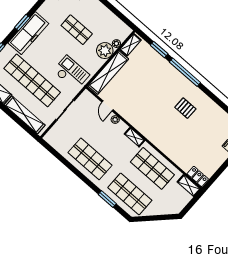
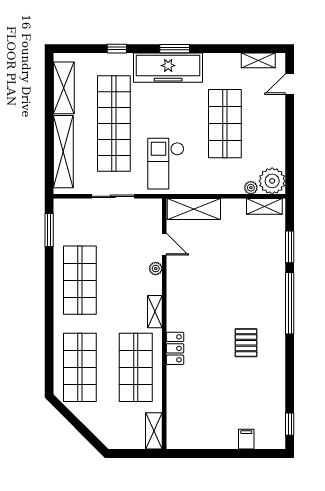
shop shelf: (77, 30) -> (225, 124), width x1.43, depth x1.36
plant: (105, 51) -> (272, 181), moved
shelving: (108, 72) -> (194, 209), width x0.68
checkout: (71, 73) -> (166, 164), turned 180
door: (107, 106) -> (164, 244), swing flipped
locker: (198, 176) -> (175, 348), moved
window: (107, 199) -> (49, 230), moved

